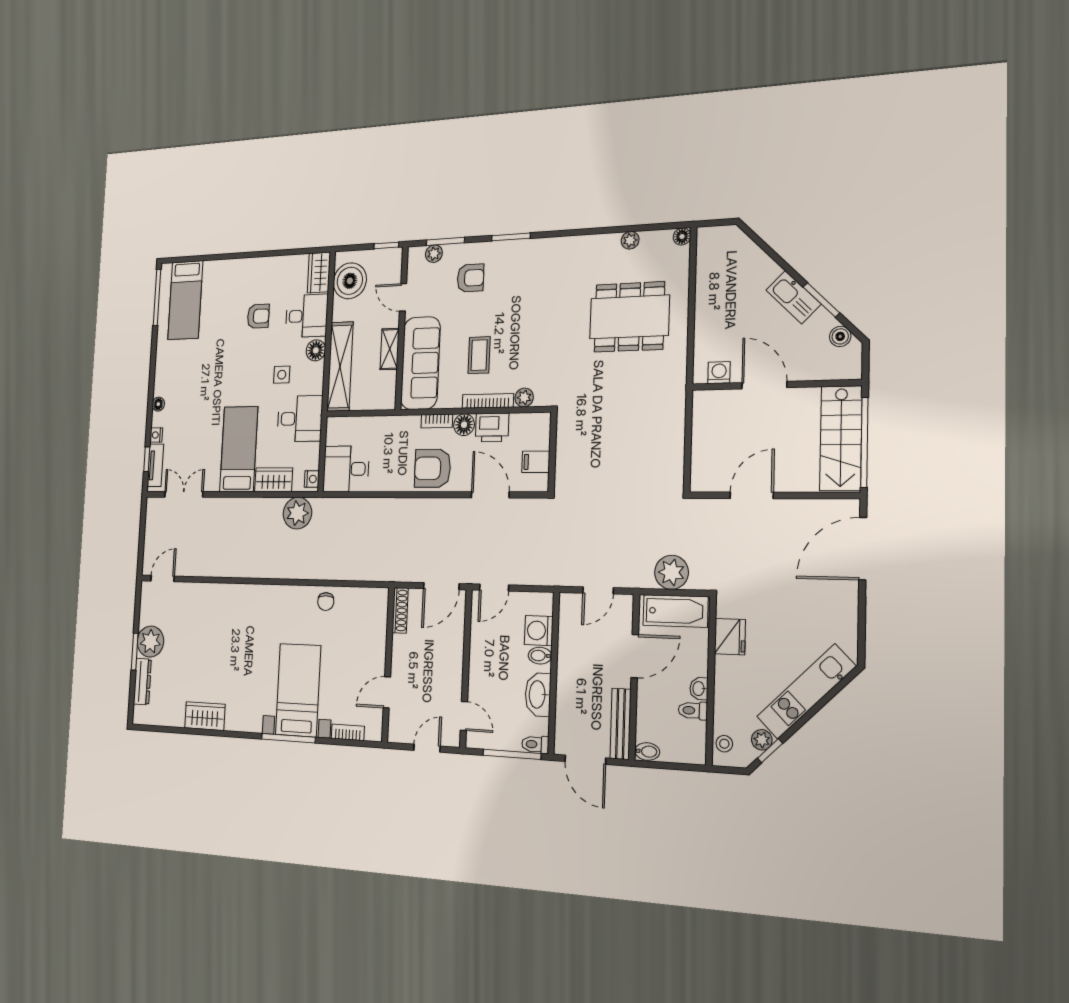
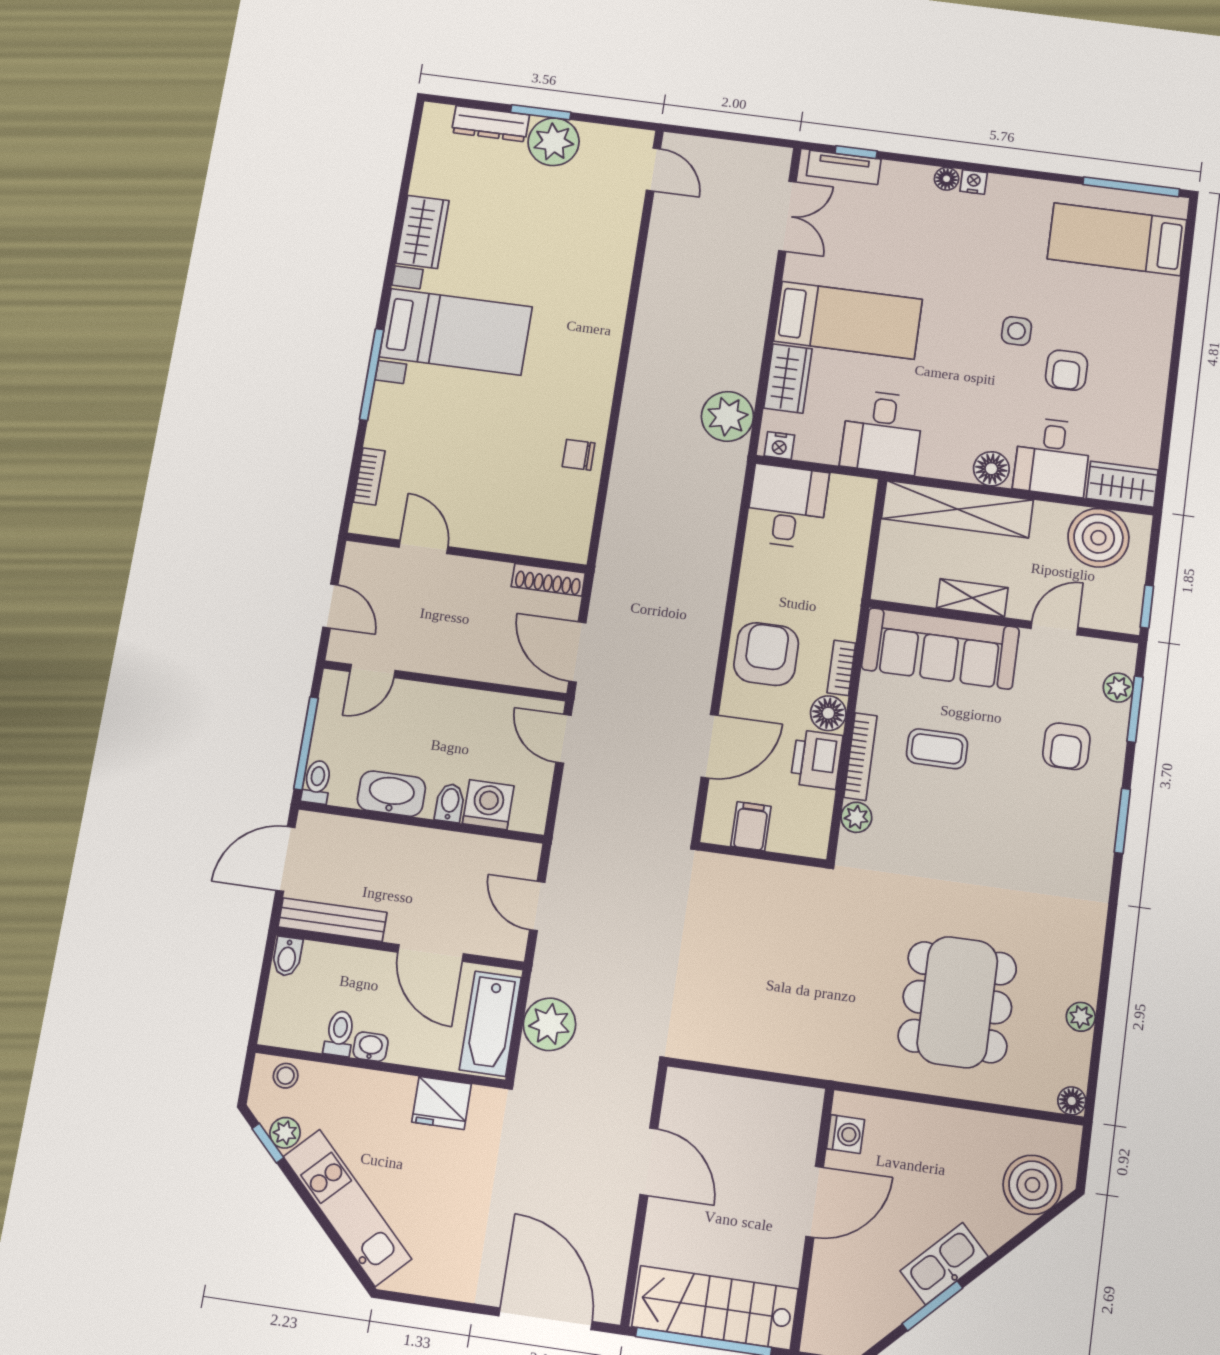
boiler: (840, 336) -> (1032, 1185), moved, width x1.86, depth x1.86
side table: (282, 375) -> (1016, 331), moved
nightstand: (156, 435) -> (974, 182), moved
bed with nightstands: (298, 690) -> (456, 332), moved

